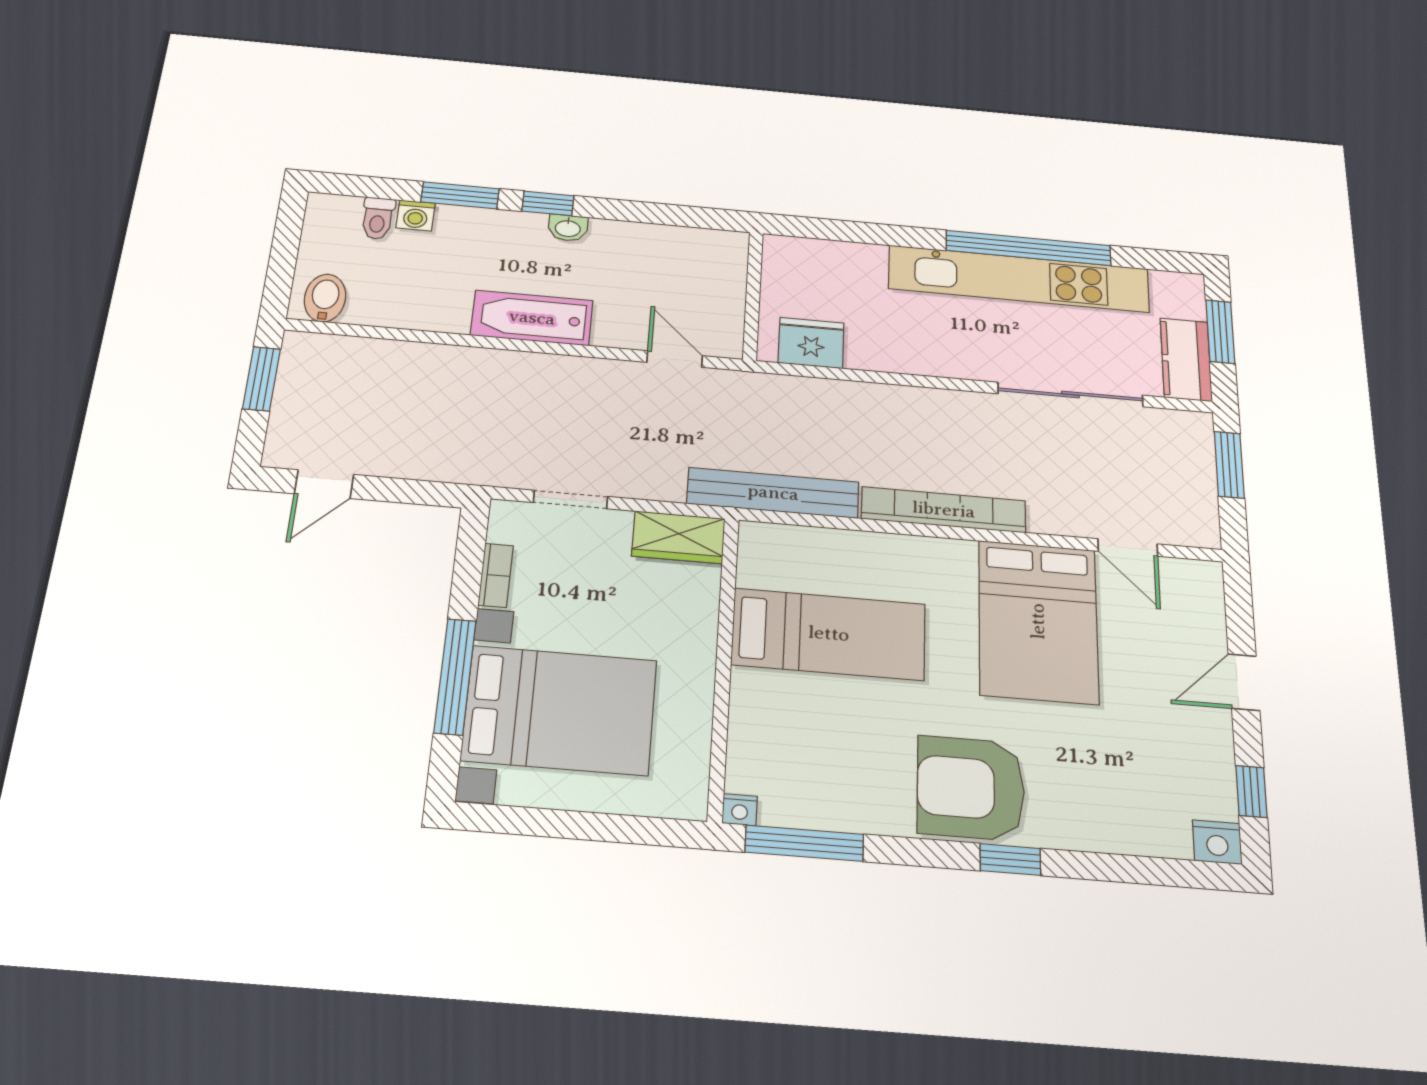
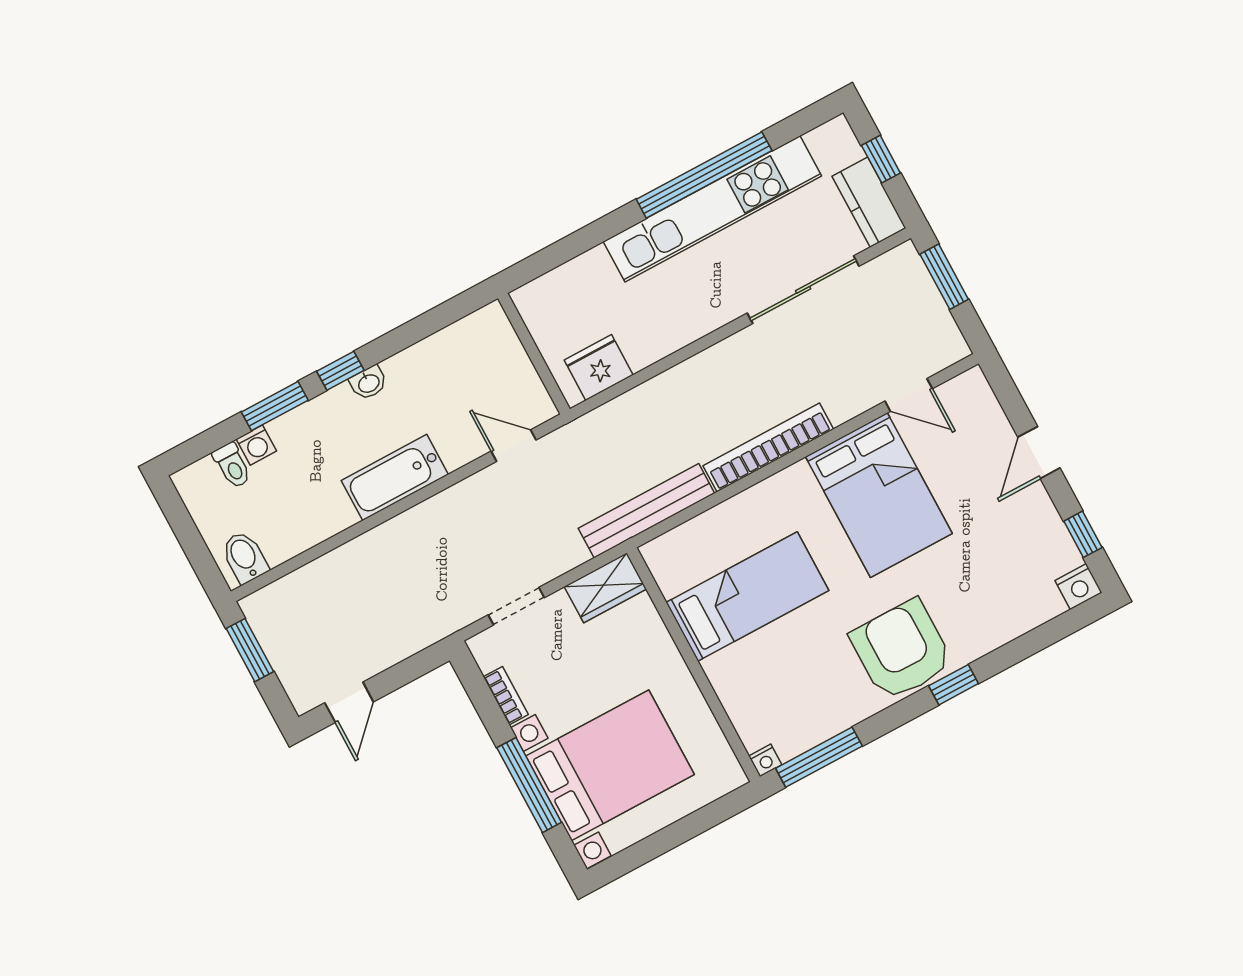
window: (1220, 332) -> (881, 159), width x0.67
armchair: (971, 788) -> (902, 650), turned 90

